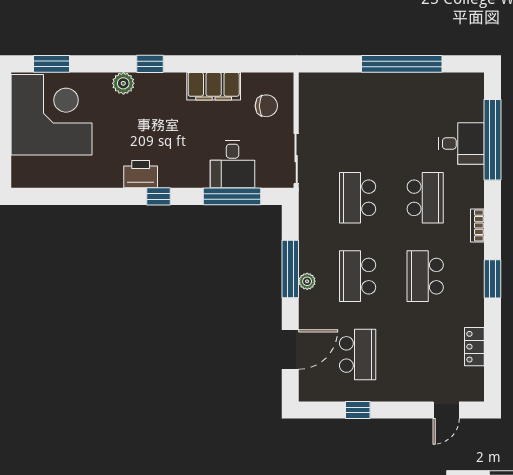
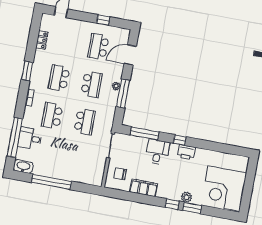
window: (51, 64) -> (192, 208), moved
washbasin: (465, 84) -> (23, 166), added
desk: (233, 164) -> (157, 152), moved
school desk: (425, 276) -> (59, 78), turned 180

